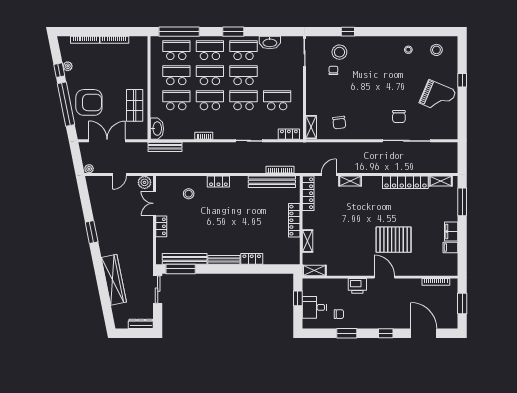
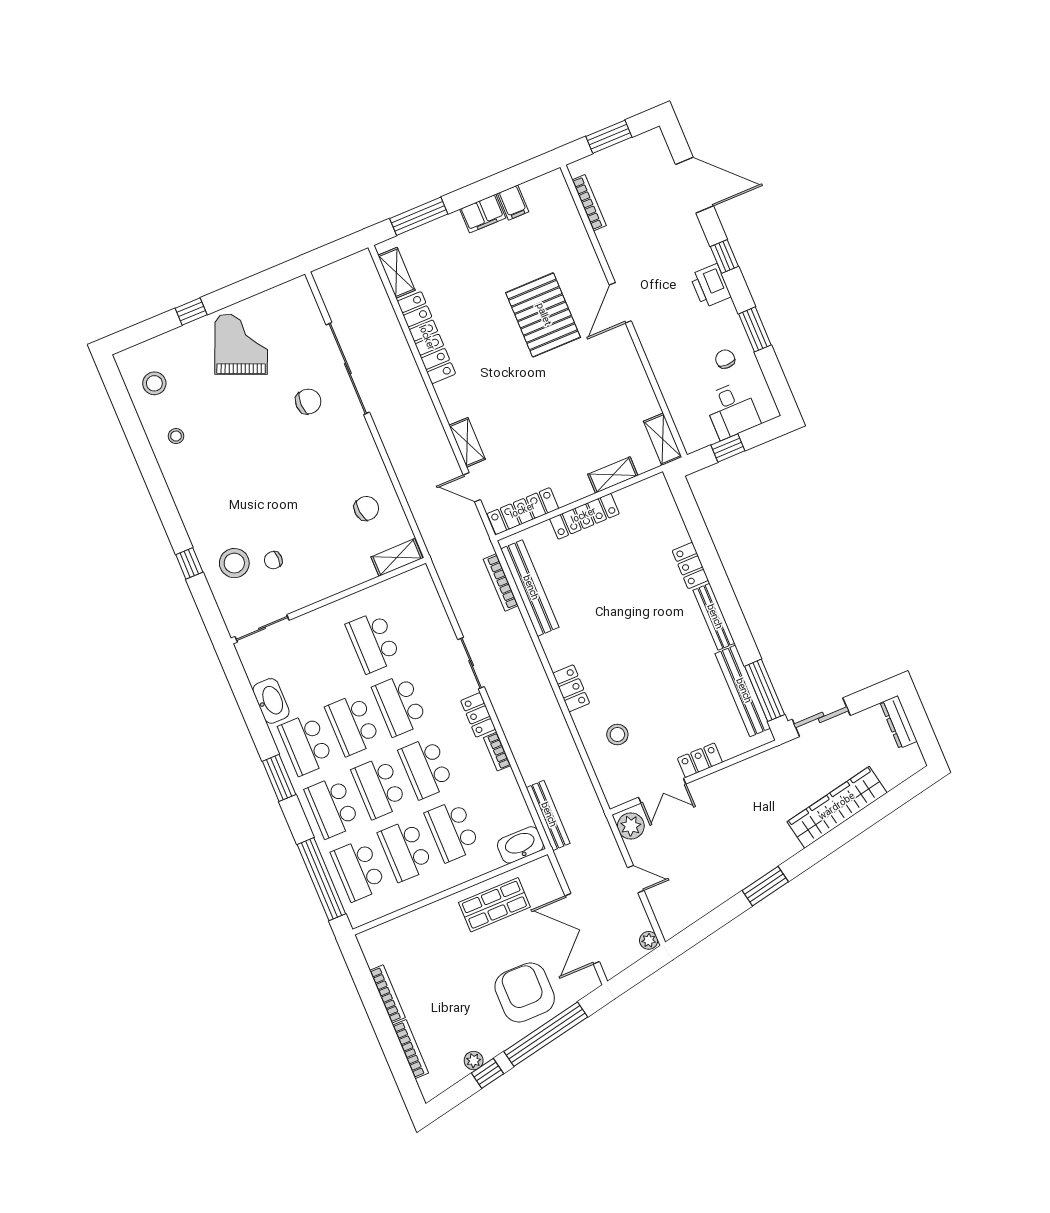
locker: (289, 134) -> (478, 715), moved
printer: (357, 286) -> (710, 286), moved, turned 180
door: (424, 333) -> (695, 185), swing flipped

